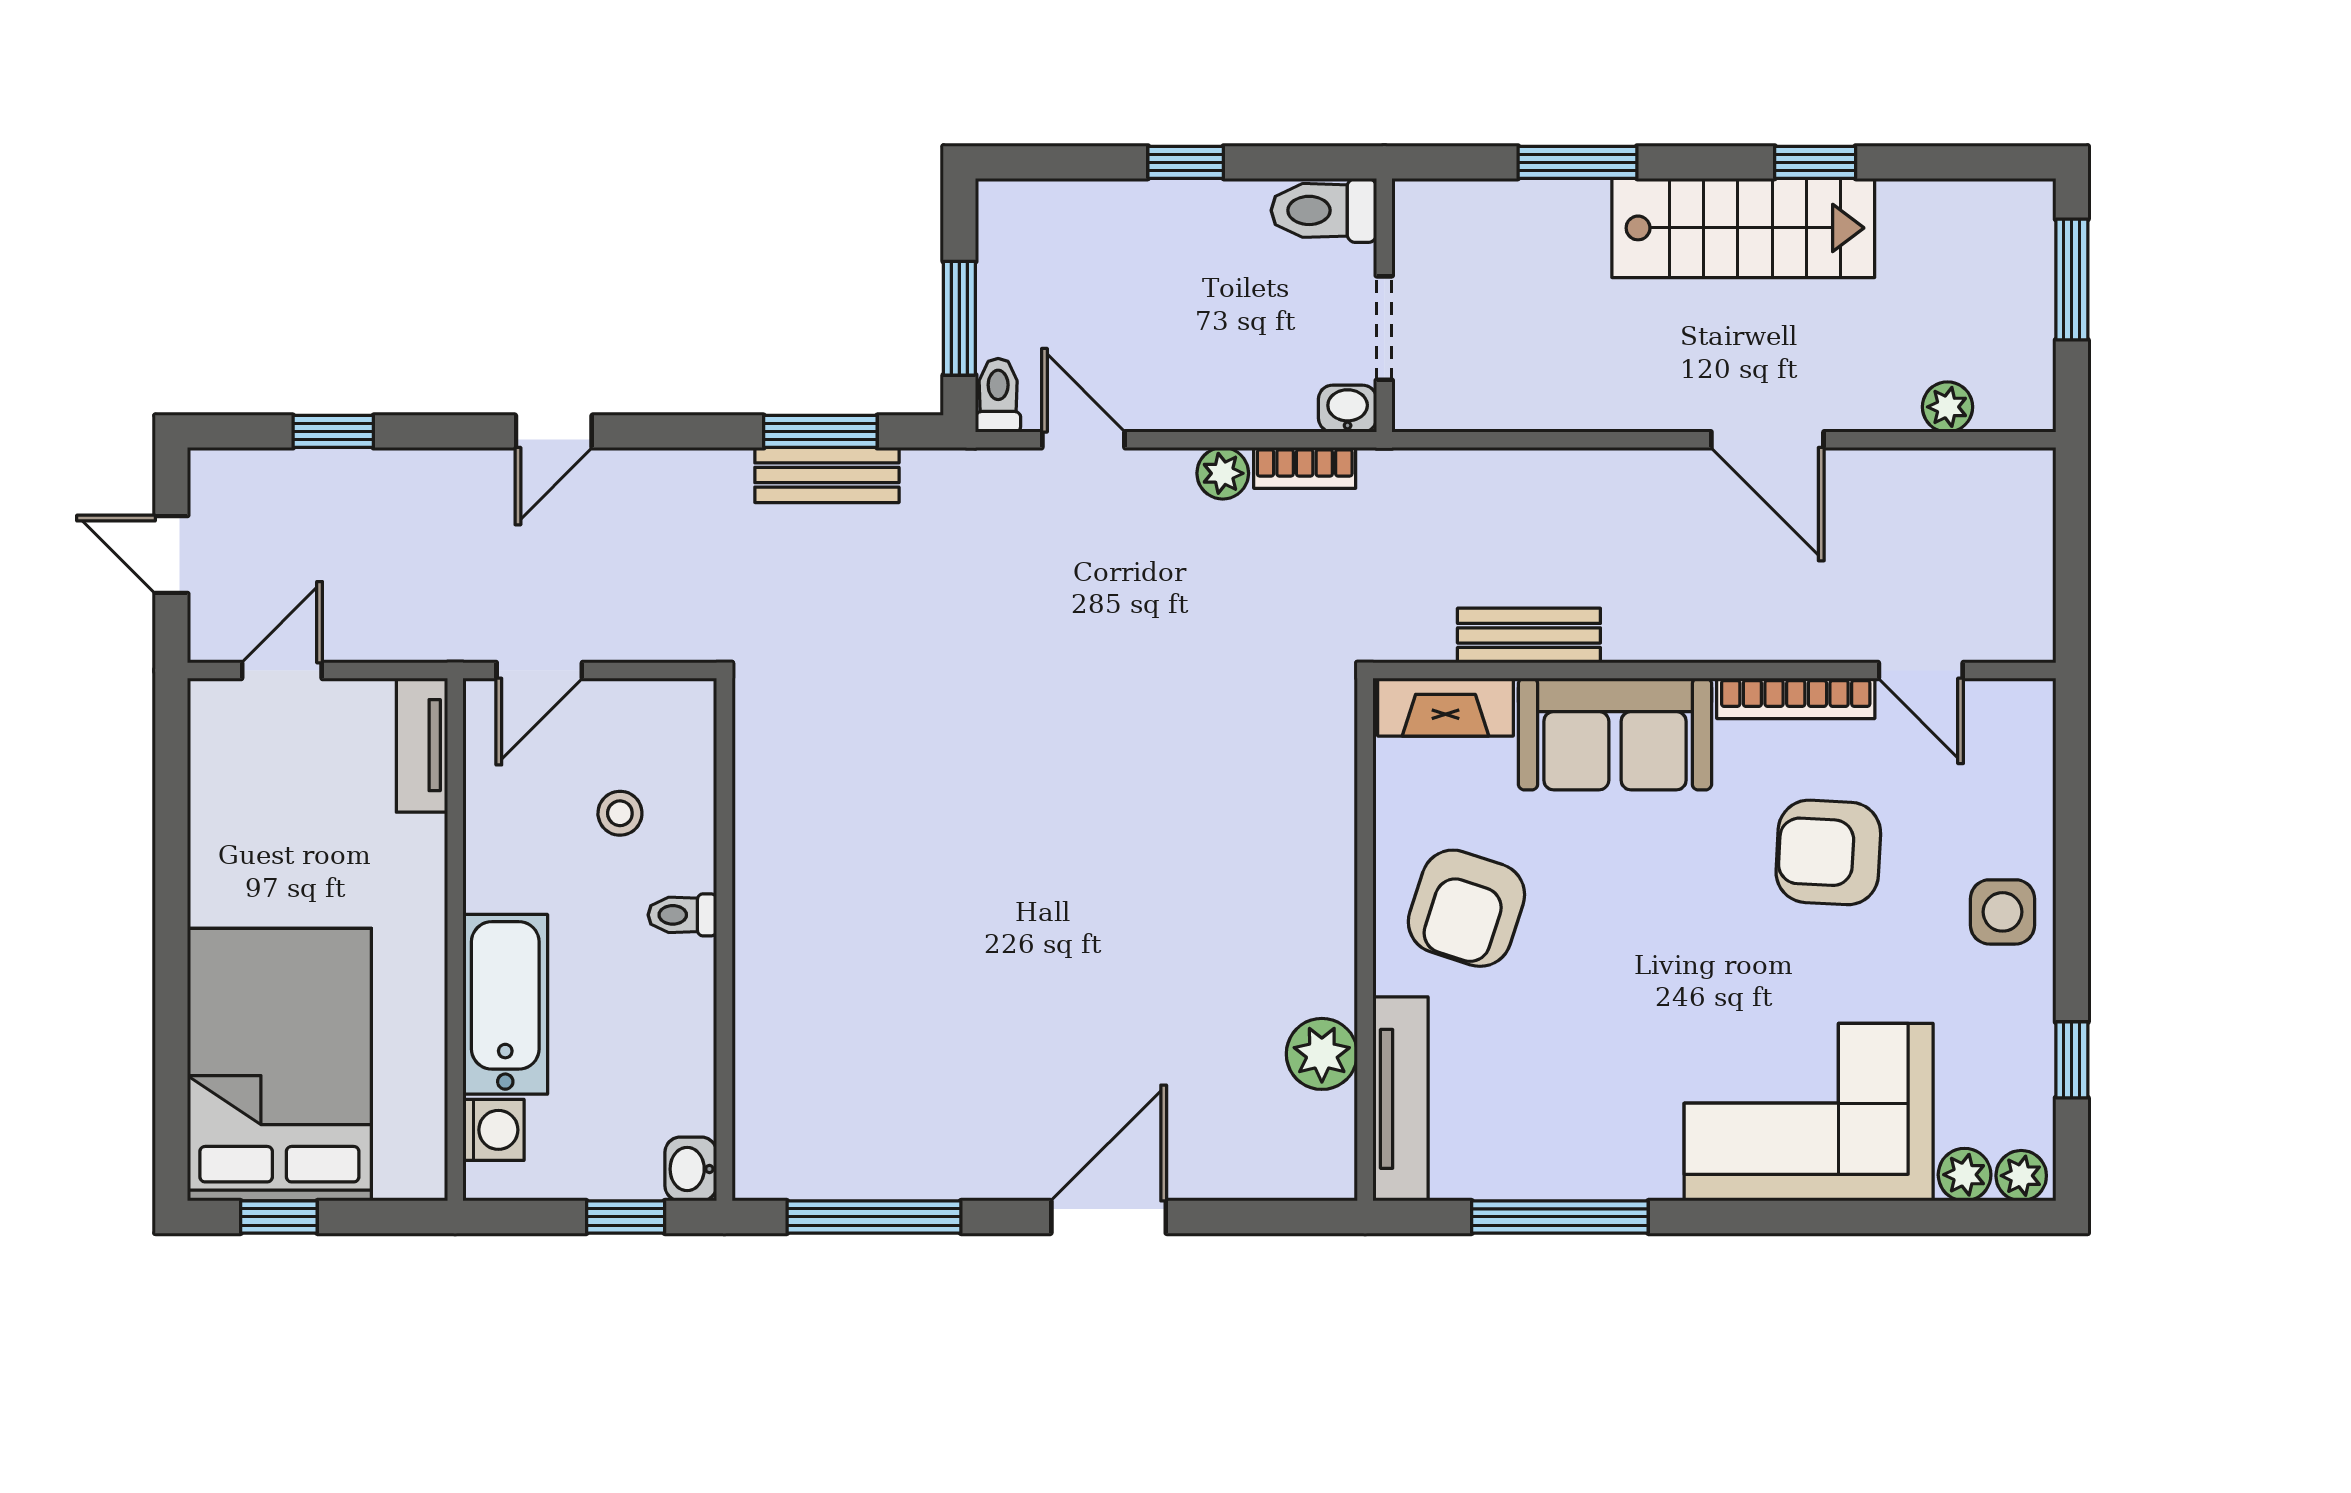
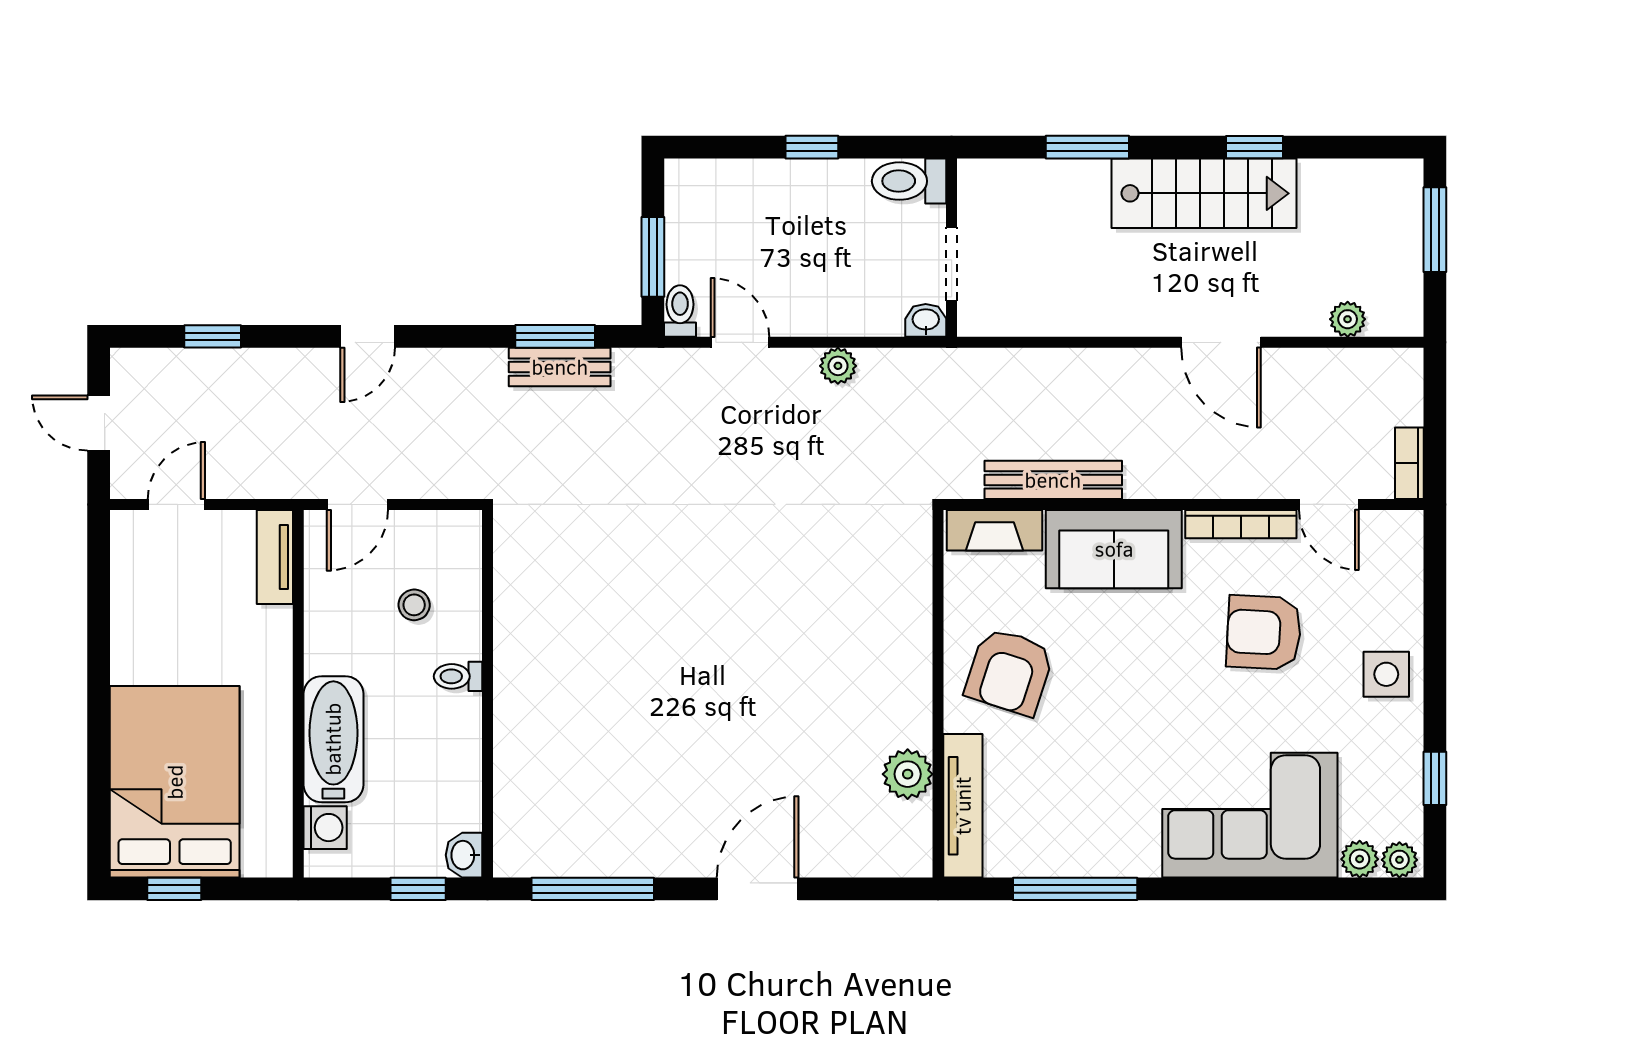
bookcase: (1305, 468) -> (1409, 463), moved, turned 90
bench: (1529, 635) -> (1053, 480), width x1.36

